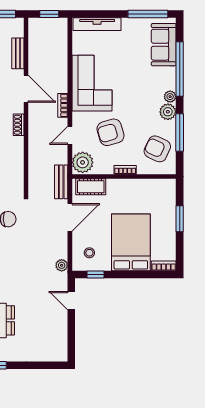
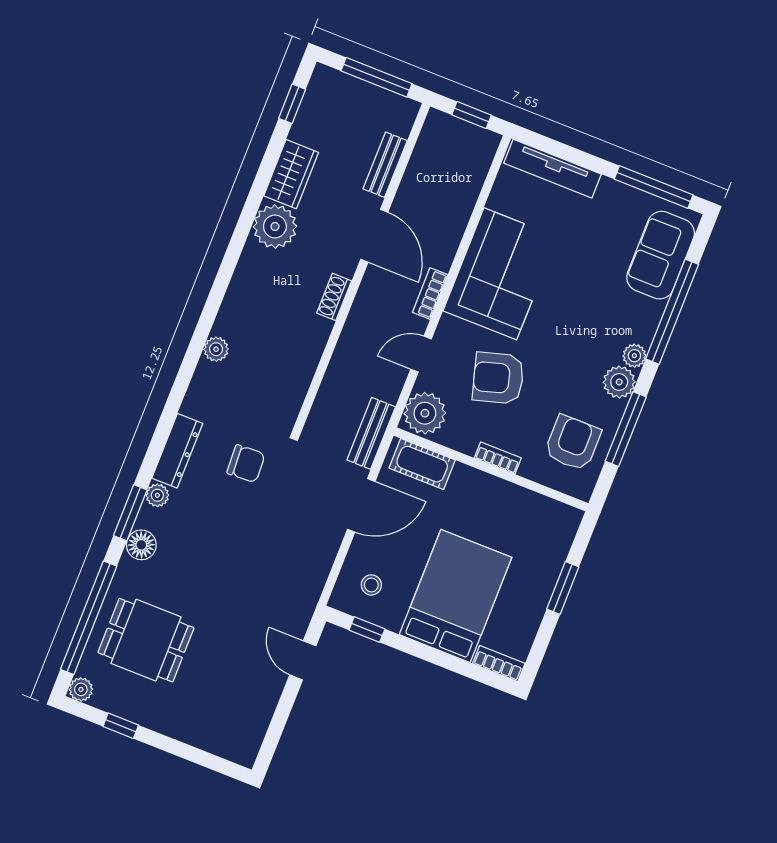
armchair: (157, 149) -> (573, 443), turned 65
plant: (62, 265) -> (311, 588), removed

